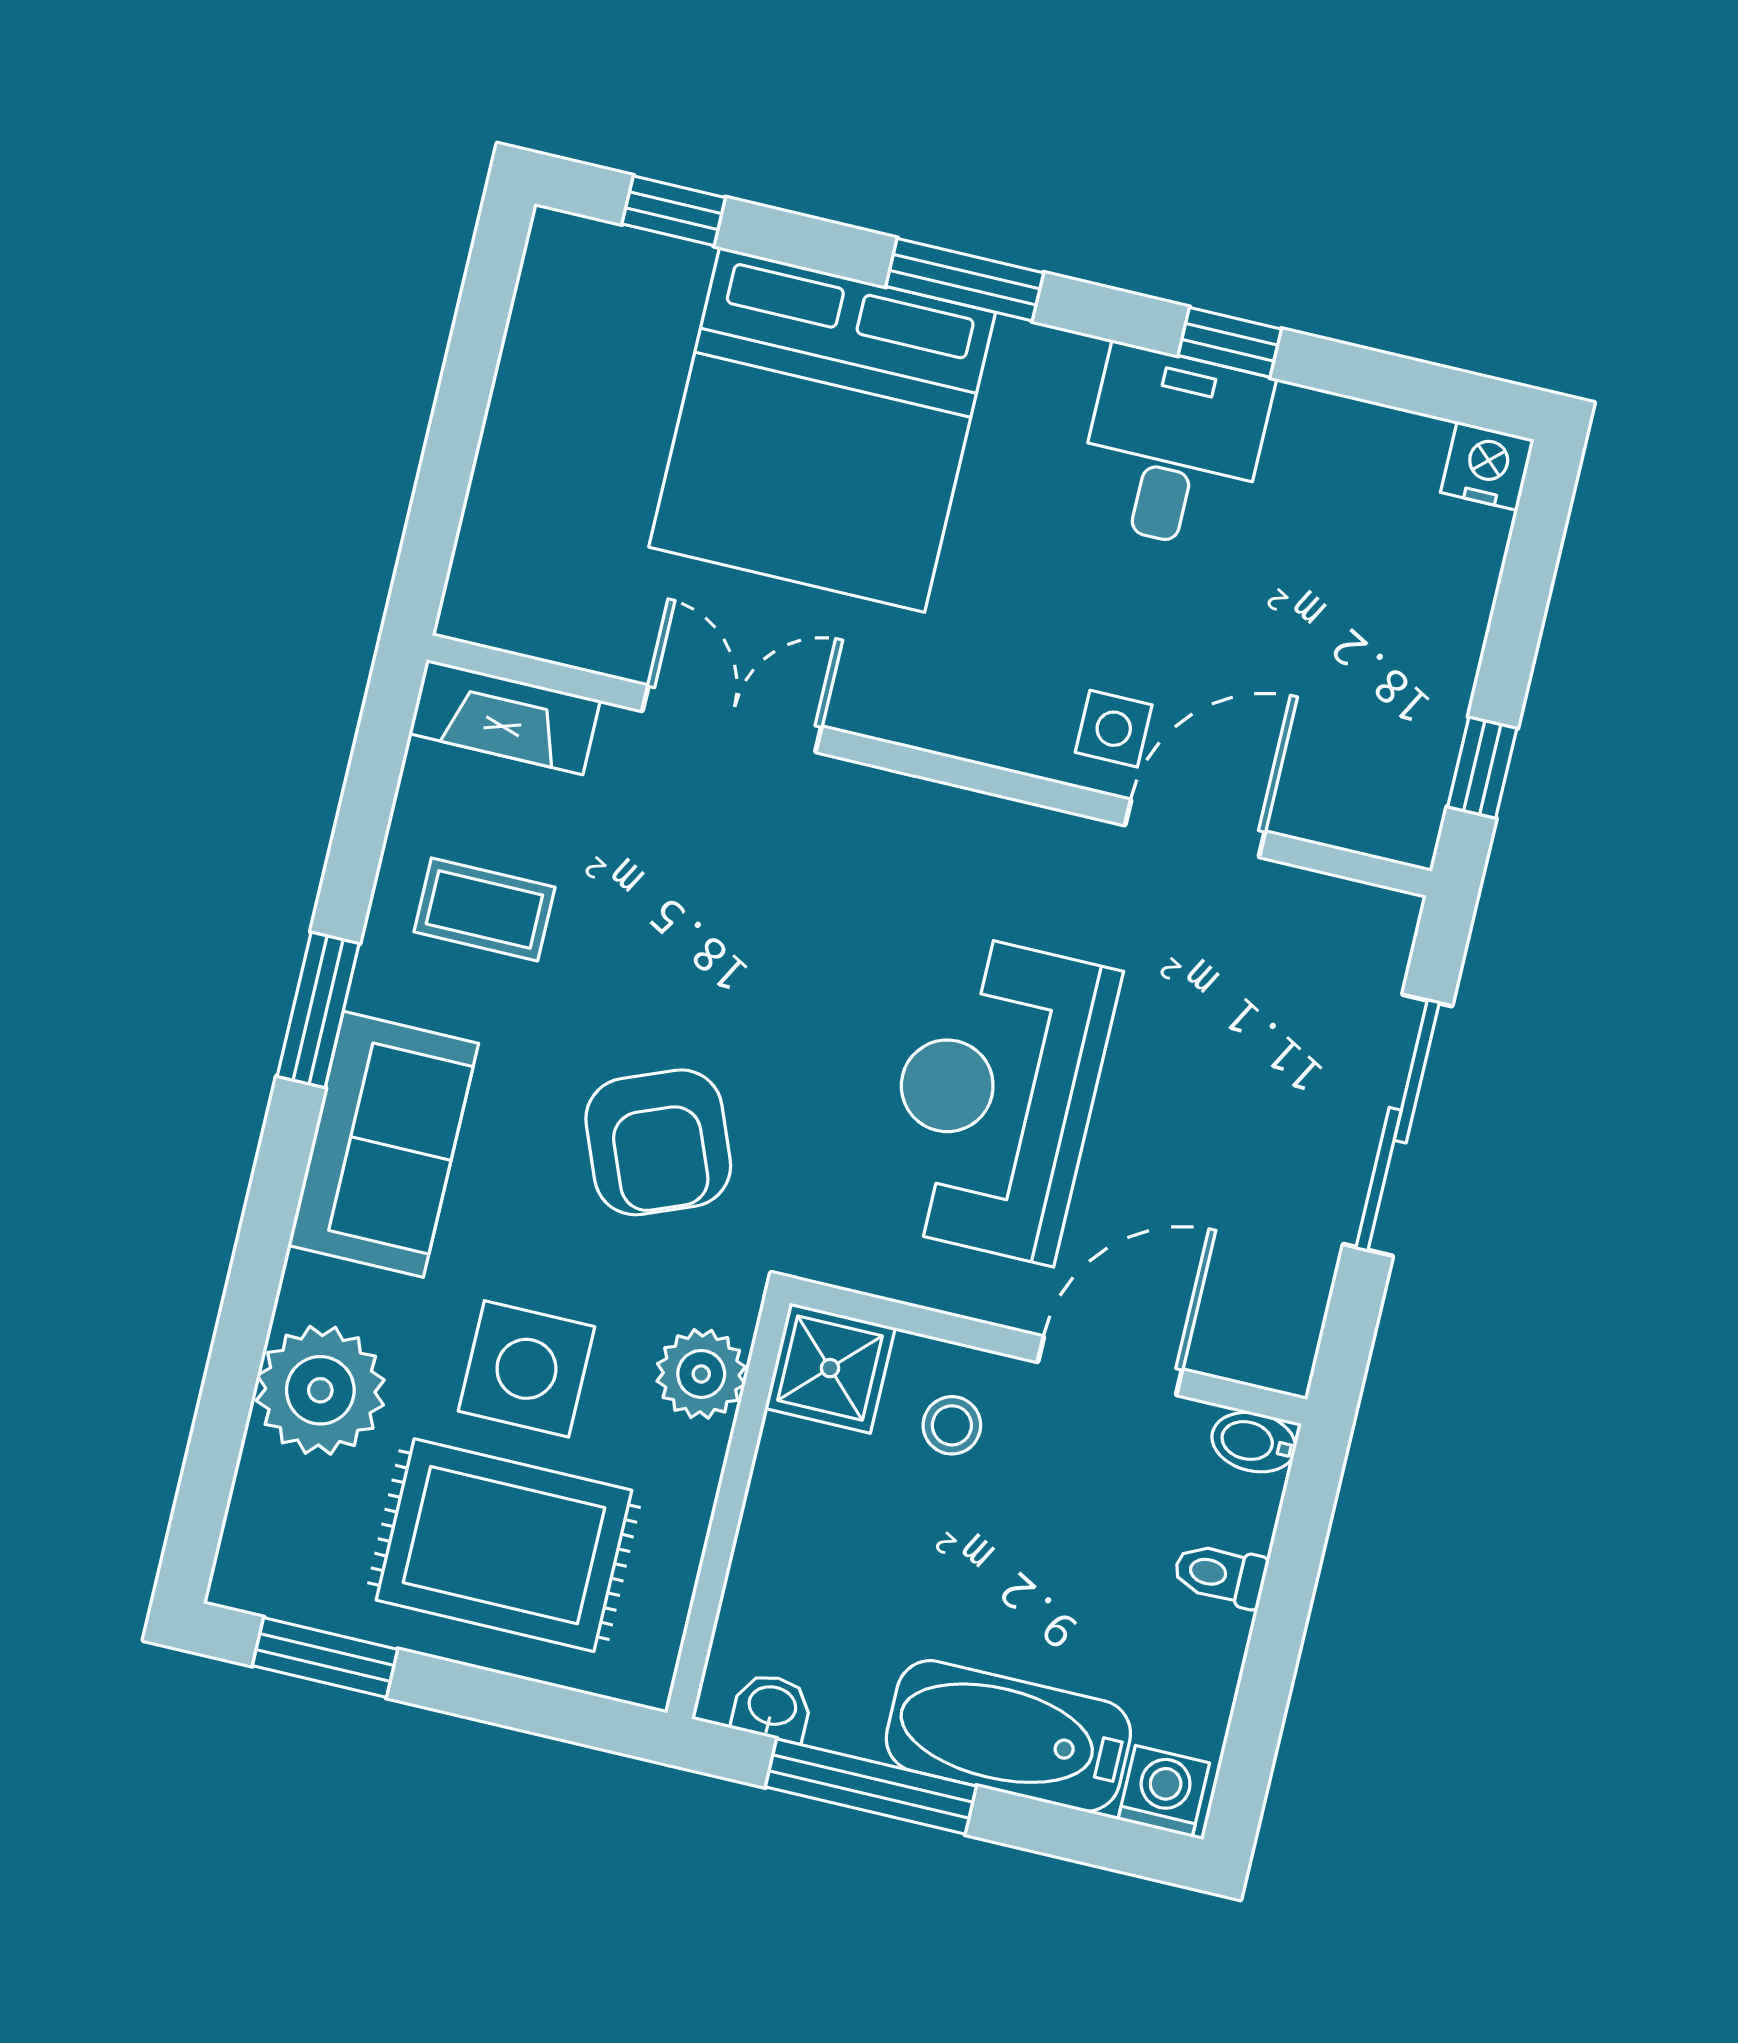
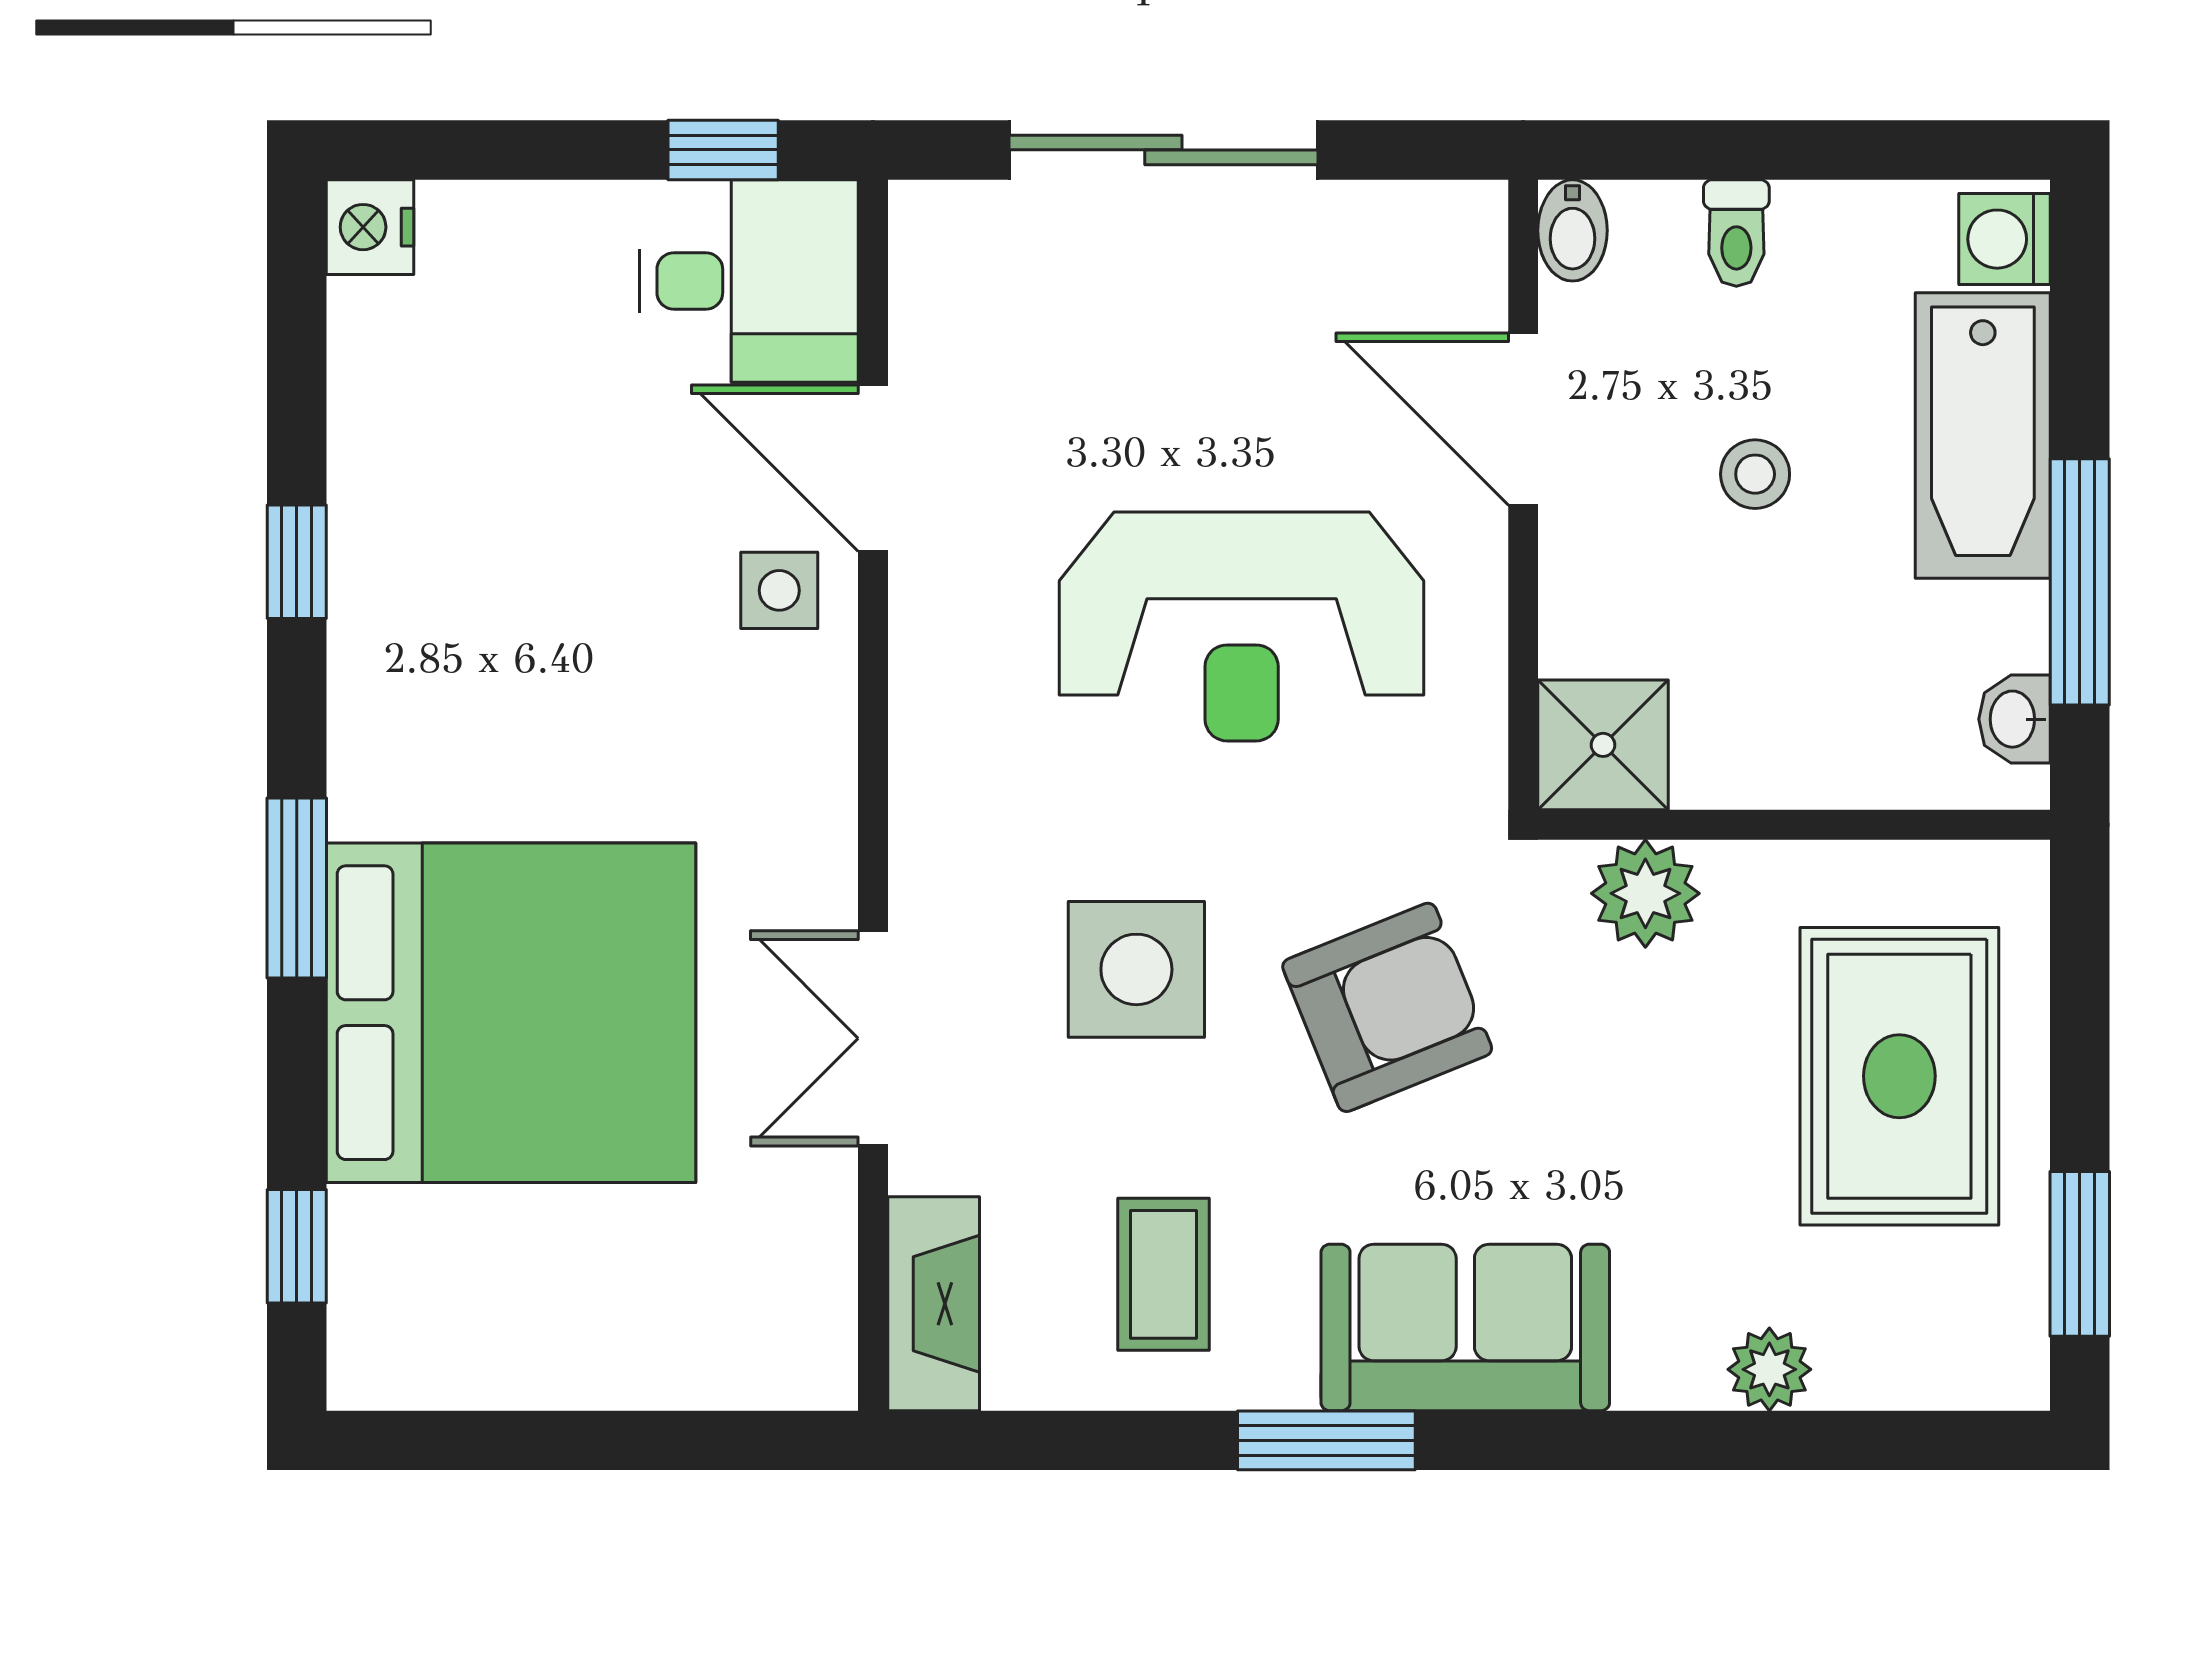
desk: (1173, 448) -> (749, 281), moved, turned 180
side table: (526, 1369) -> (1136, 969), moved
plant: (320, 1390) -> (1769, 1369), width x0.53, depth x0.53
stool: (952, 1425) -> (1755, 474), moved

